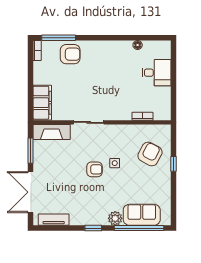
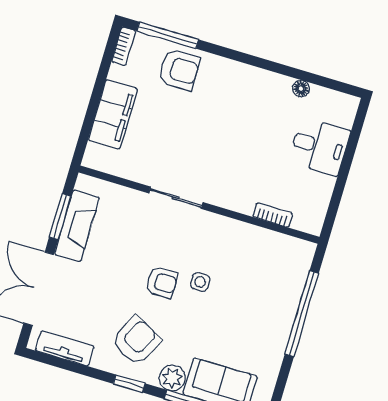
filing cabinet: (42, 103) -> (113, 114), moved
fireplace: (52, 132) -> (77, 226), moved, turned -90
armchair: (150, 154) -> (136, 341), moved
window: (173, 164) -> (302, 314), width x3.17

